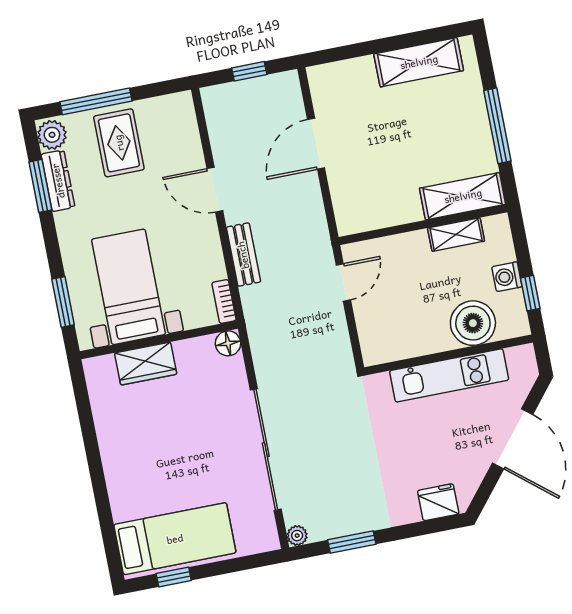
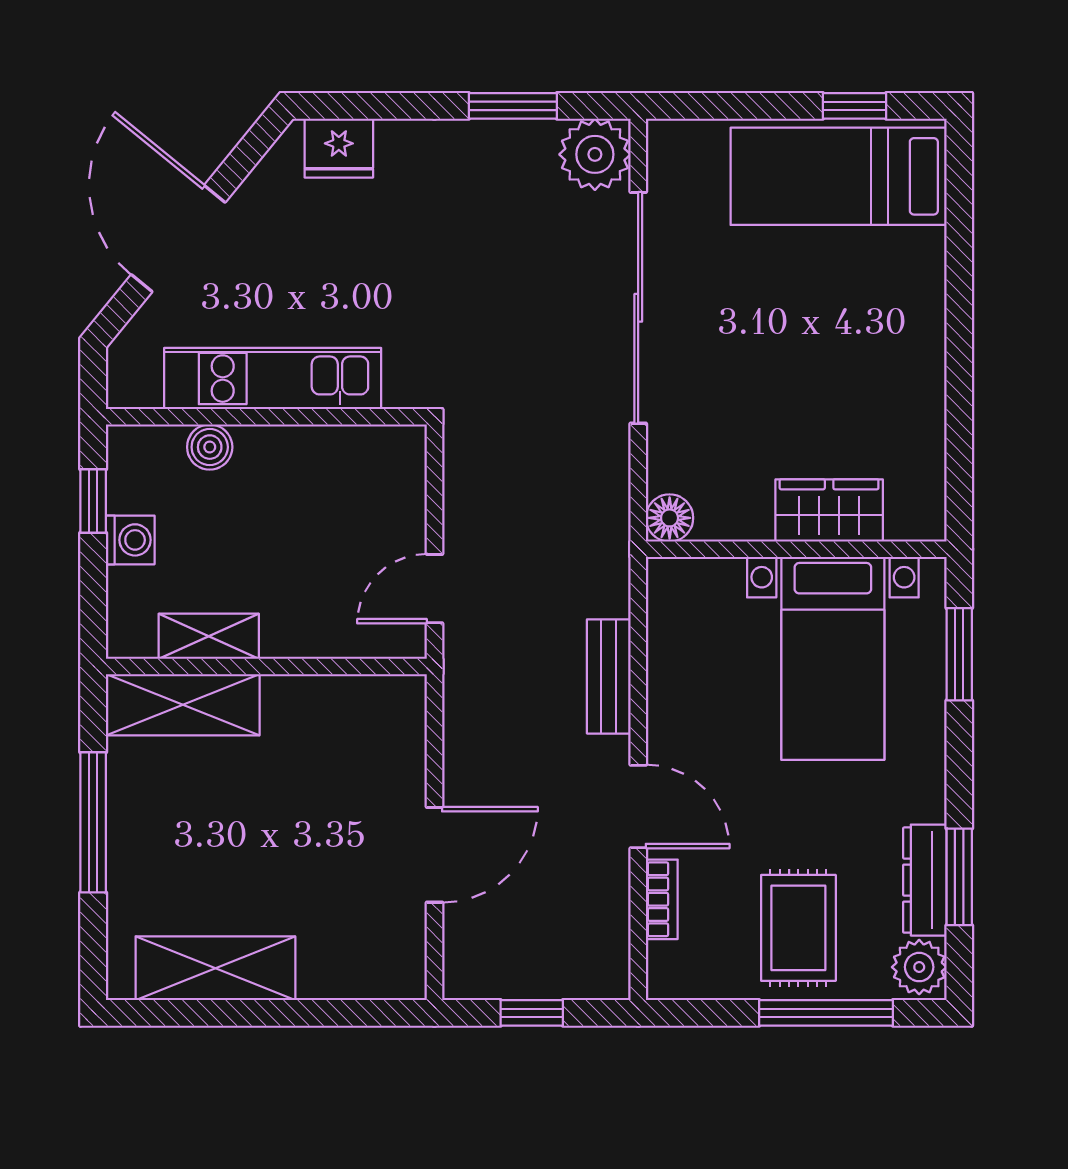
bookcase: (224, 302) -> (662, 899), moved
boiler: (473, 323) -> (210, 447), width x0.54, depth x0.54
plant: (297, 536) -> (595, 154), width x1.87, depth x1.87

